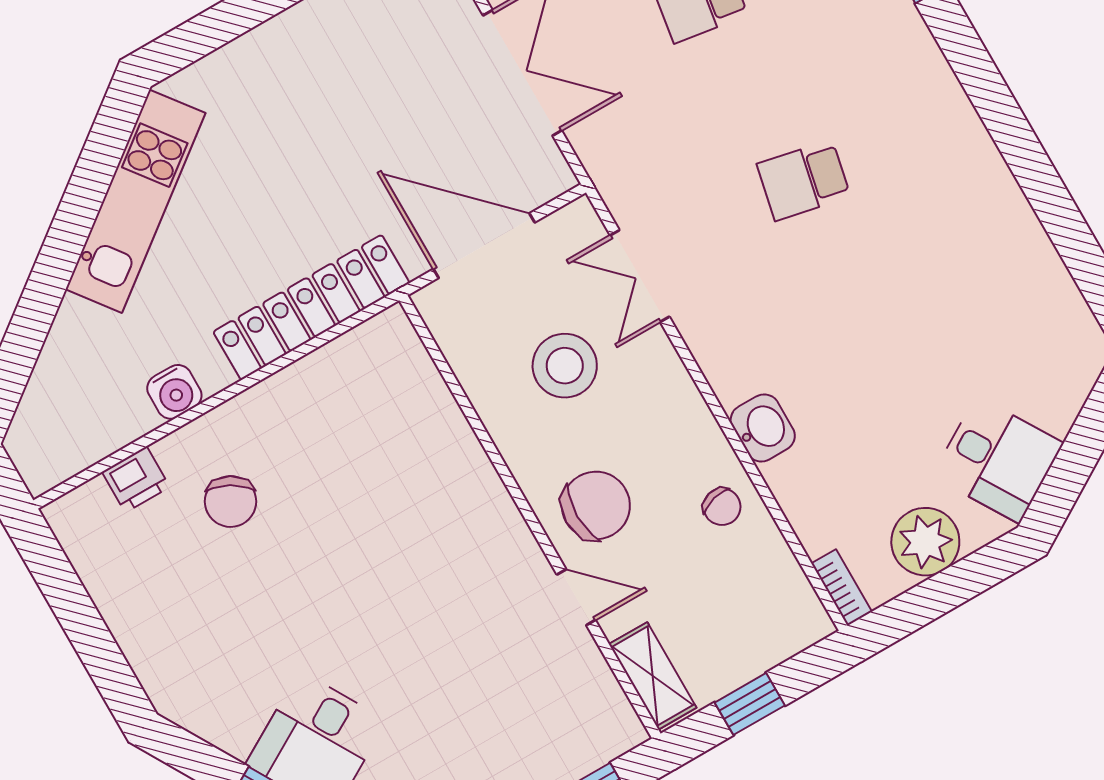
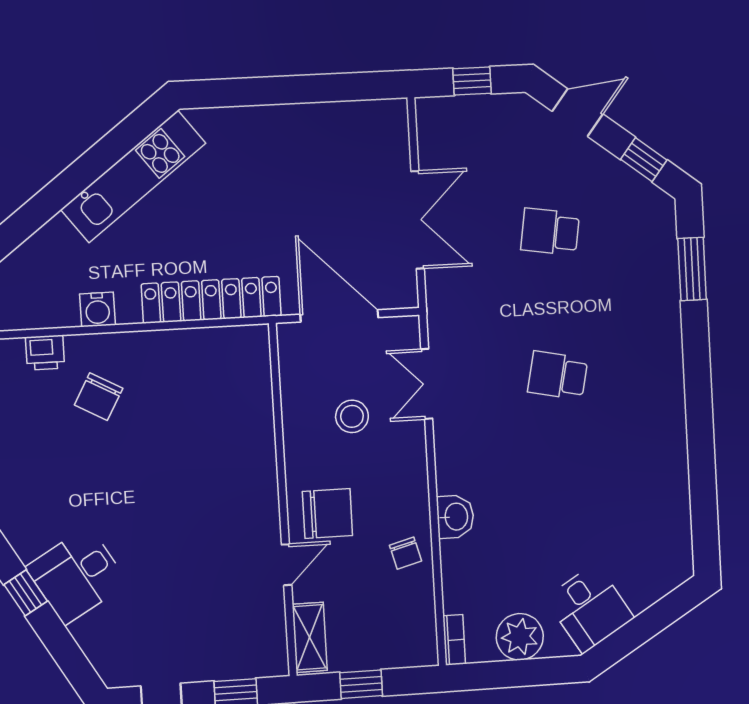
stool: (565, 366) -> (352, 416), width x0.73, depth x0.73
door: (576, 597) -> (287, 565), hinge flipped

